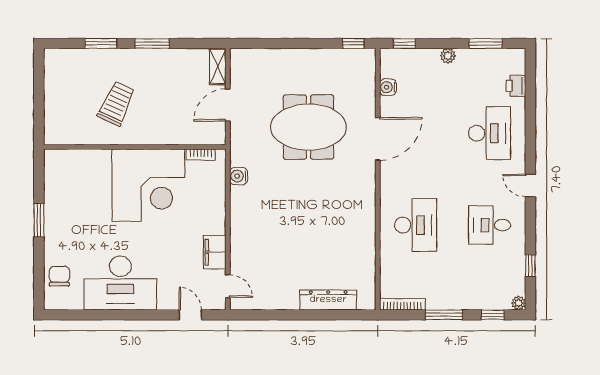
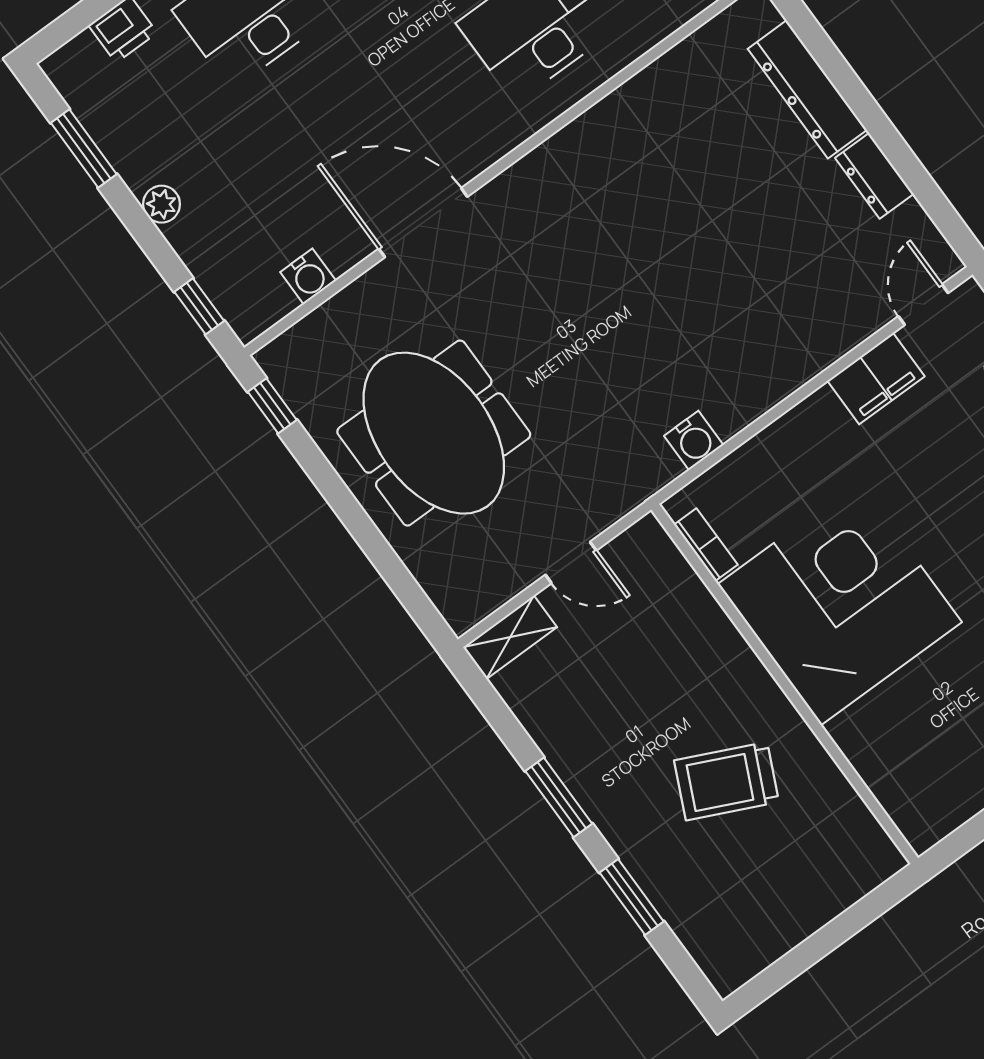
door: (228, 105) -> (571, 563), width x0.73
meeting table: (308, 127) -> (434, 433), moved
dresser: (283, 301) -> (874, 176), added

